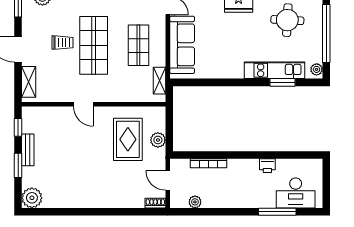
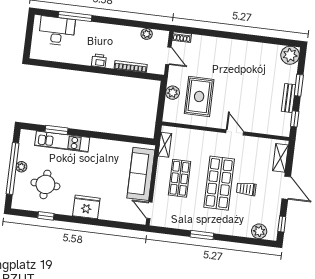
plant: (317, 69) -> (21, 167), moved
printer: (267, 166) -> (99, 61), moved

